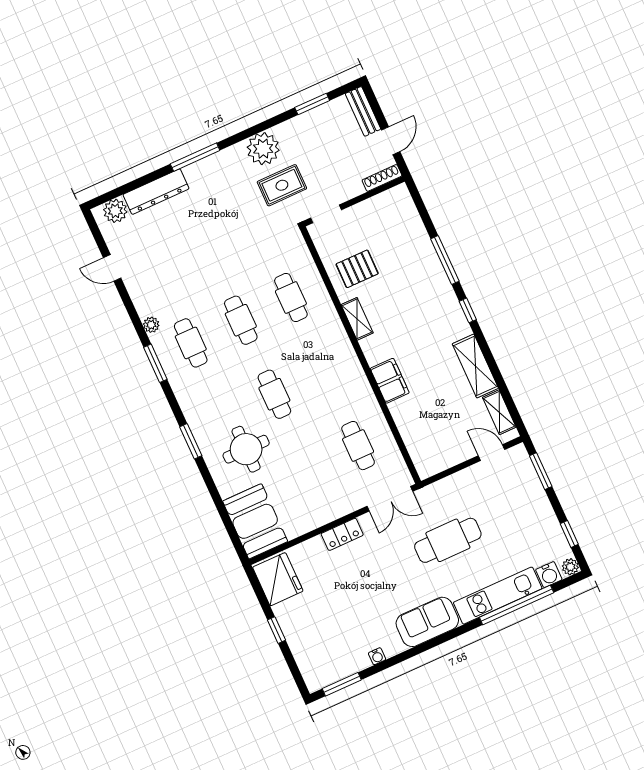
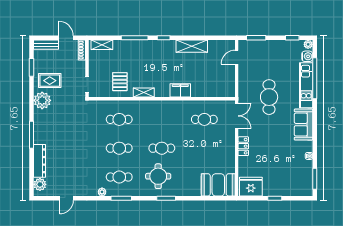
rug: (282, 185) -> (50, 81), moved, turned 90
shelving: (499, 412) -> (102, 45), moved
round table: (246, 449) -> (158, 176), moved

